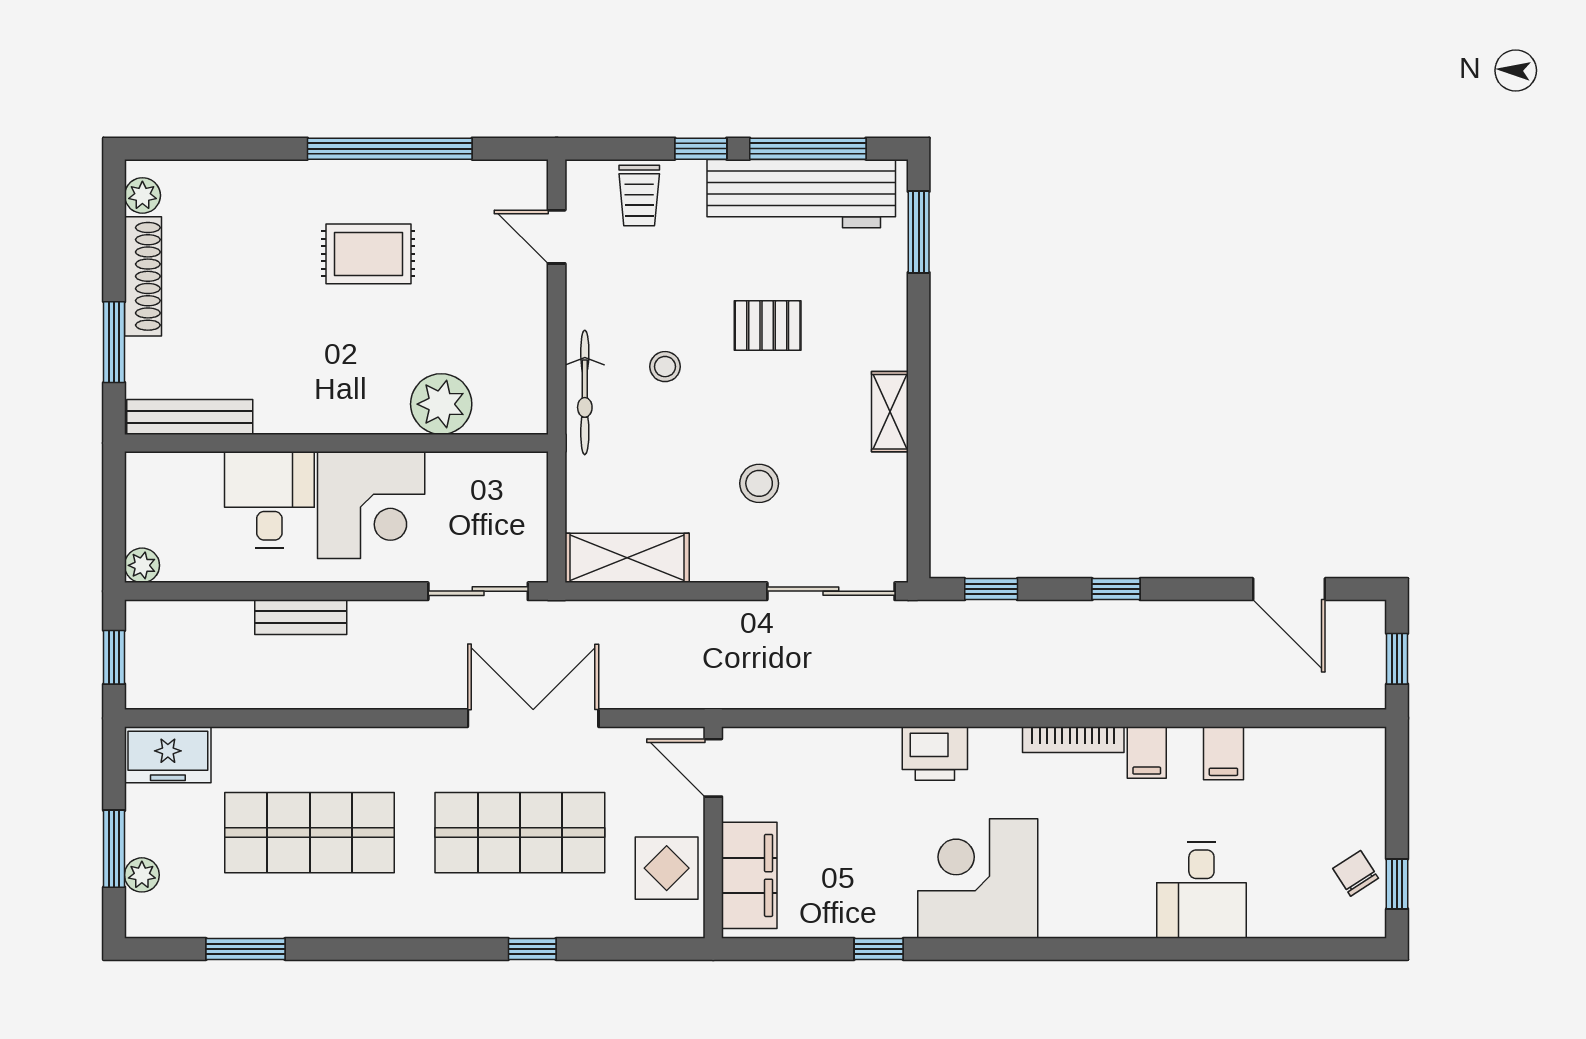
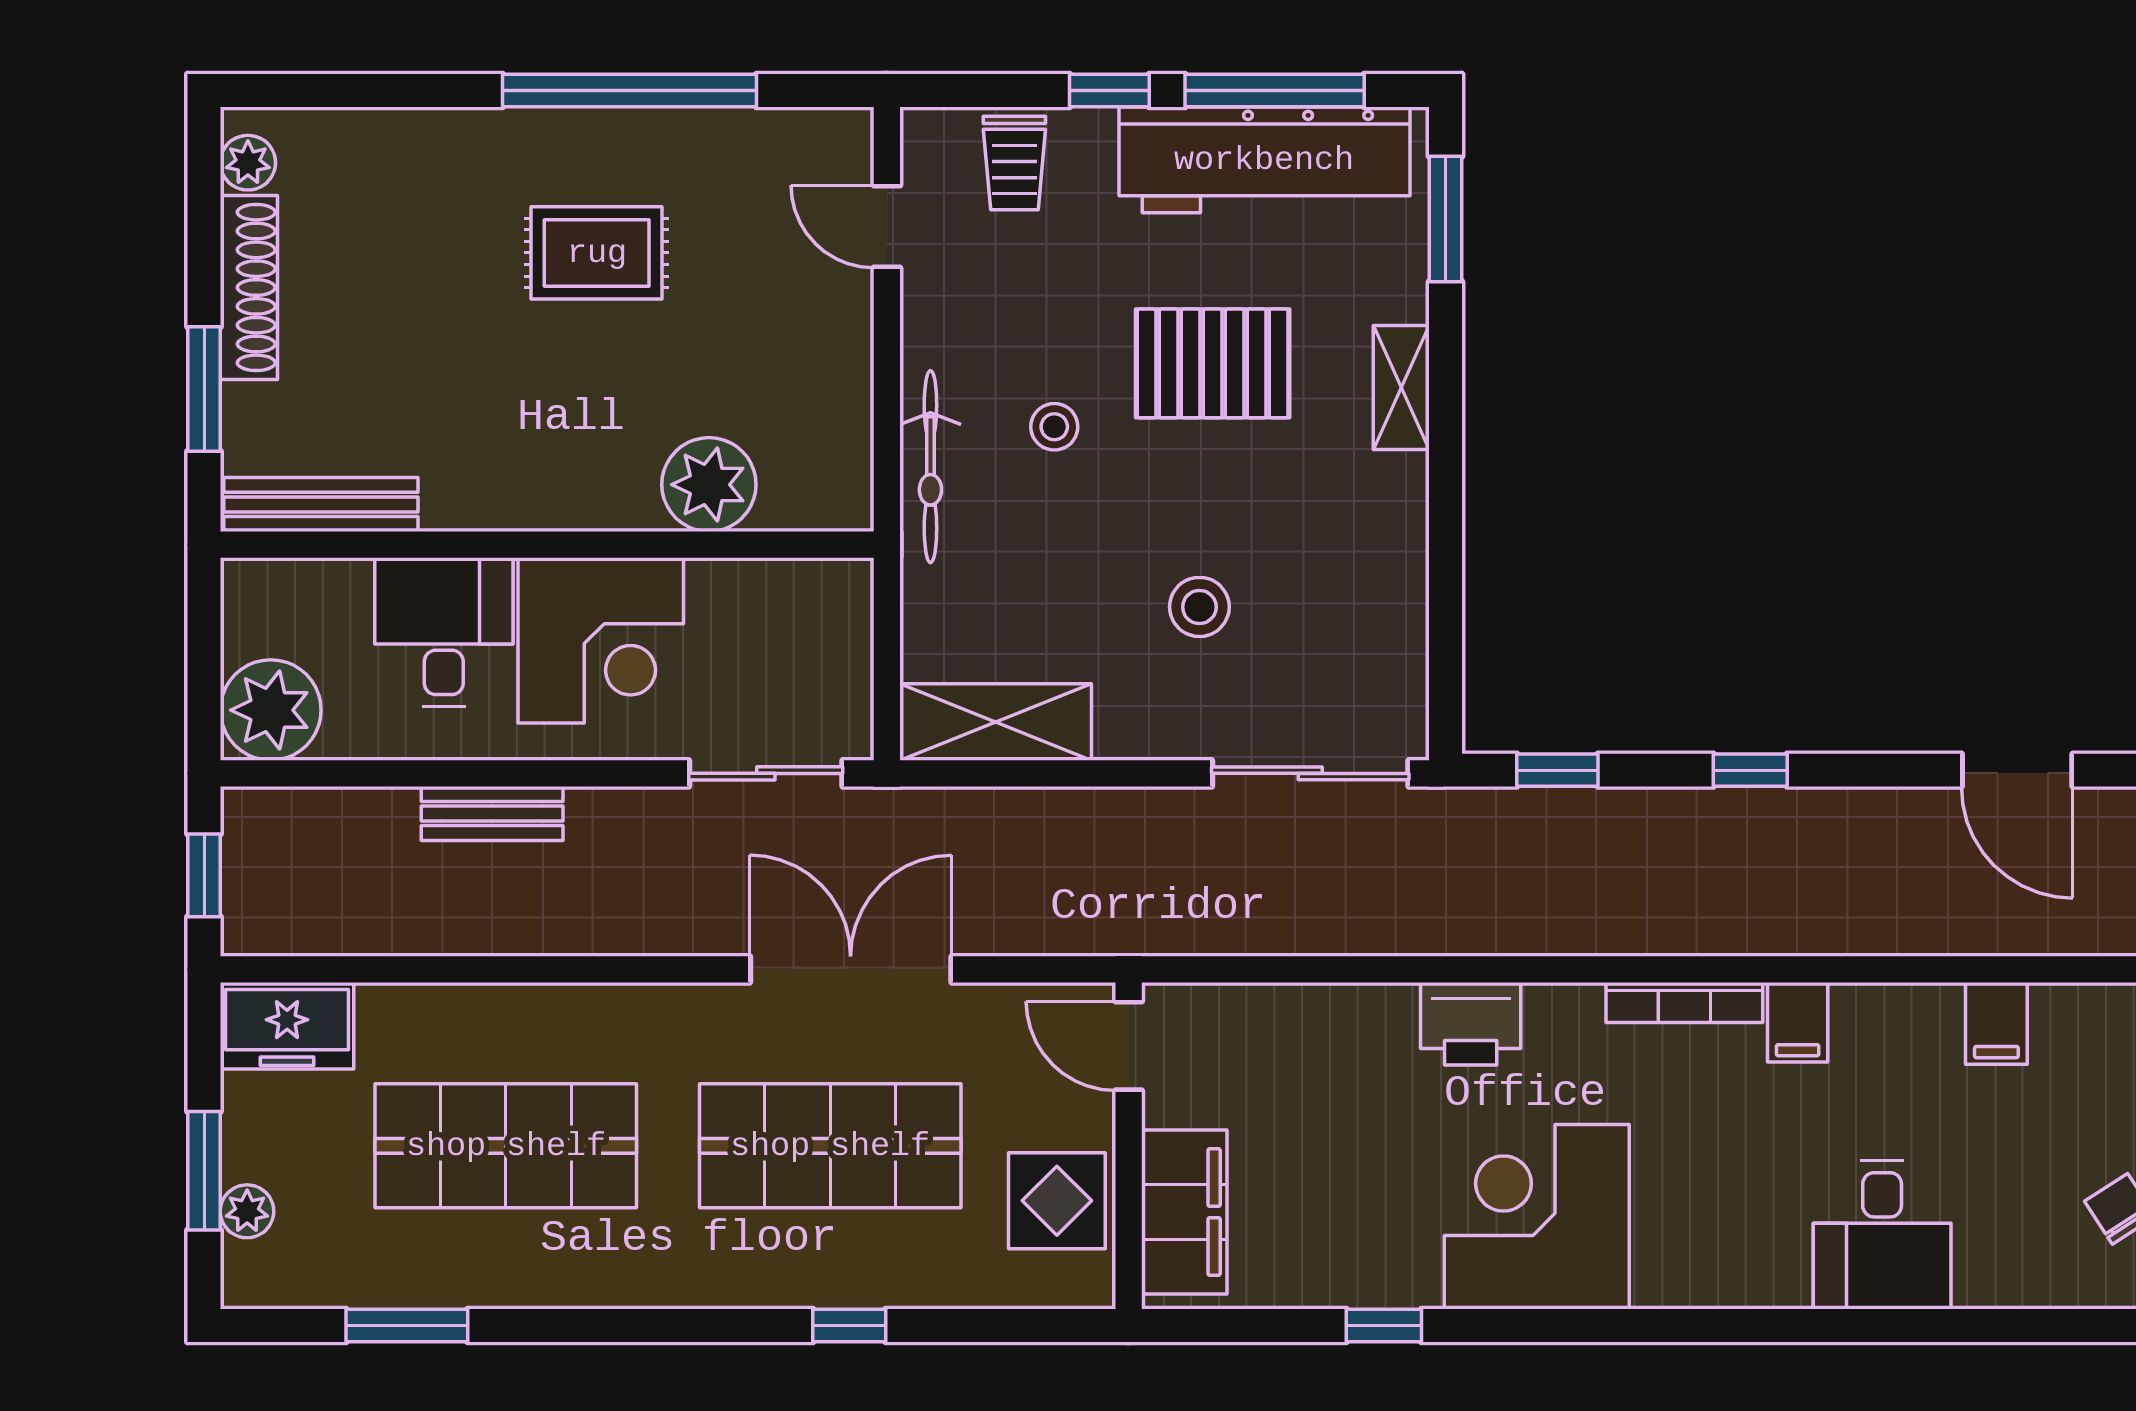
pallet: (768, 326) -> (1213, 363), width x1.50, depth x1.42
shelving: (890, 412) -> (1401, 388), moved
plant: (142, 565) -> (271, 710), width x1.88, depth x1.88
filing cabinet: (1223, 753) -> (1996, 1023), moved

